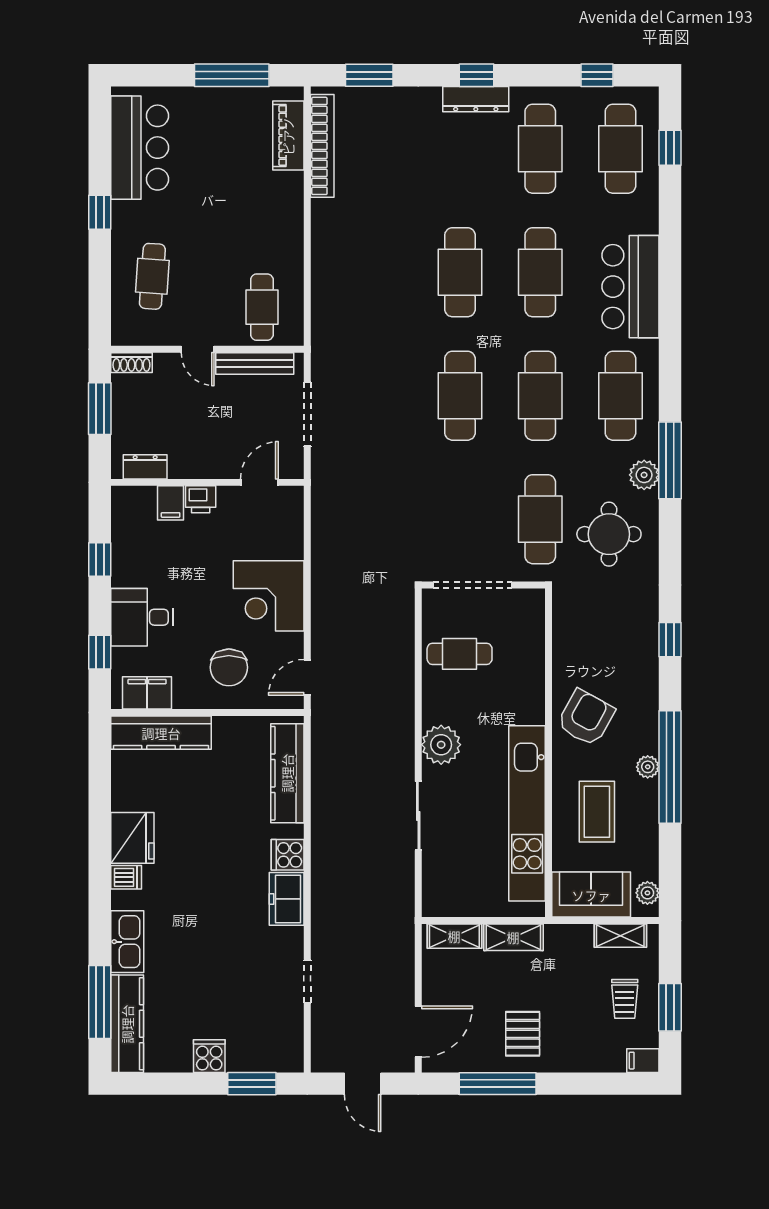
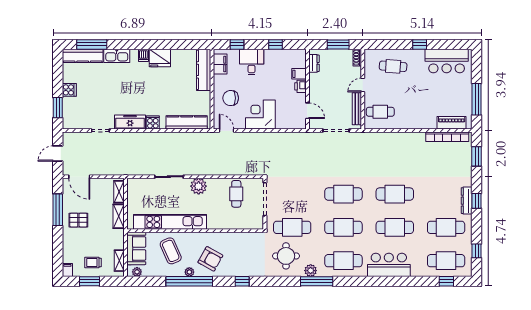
armchair: (586, 718) -> (210, 259), moved
coffee table: (597, 812) -> (171, 251), turned 66
freezer: (287, 899) -> (130, 122), width x1.40

